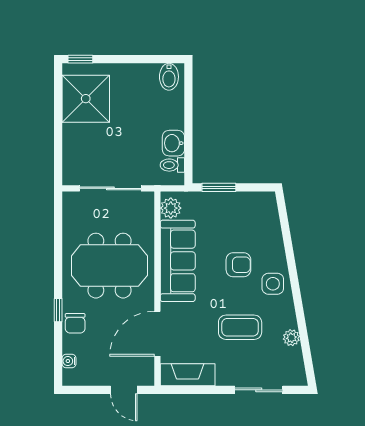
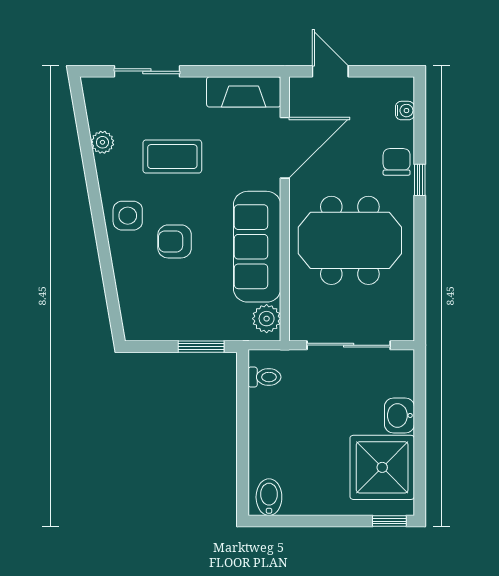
washbasin: (173, 143) -> (399, 415), moved, turned 180

